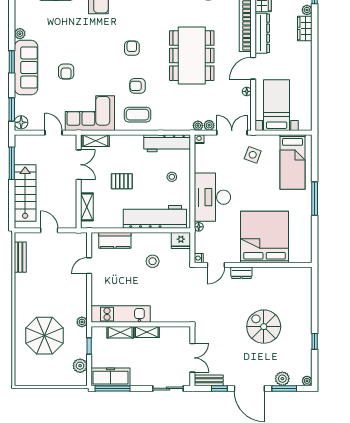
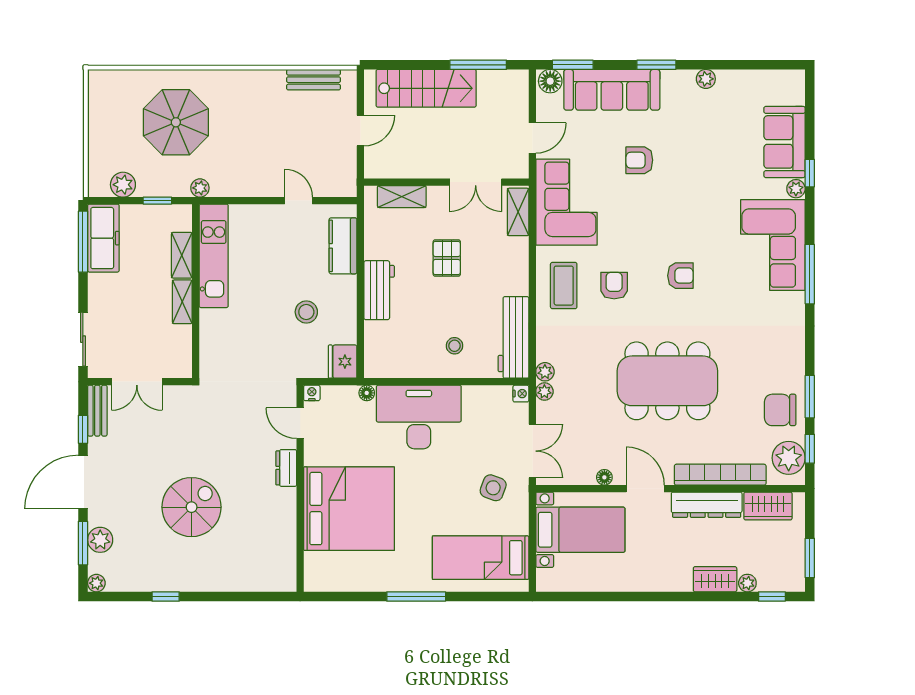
sofa: (26, 68) -> (612, 90), moved
plant: (209, 125) -> (545, 372), moved
workbench: (155, 217) -> (379, 290), width x0.53, depth x0.76

